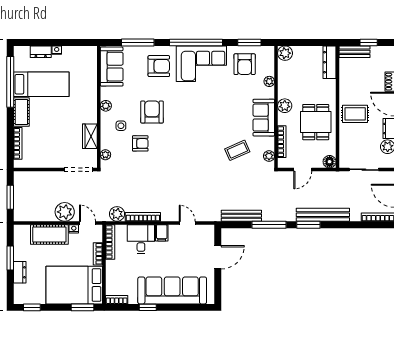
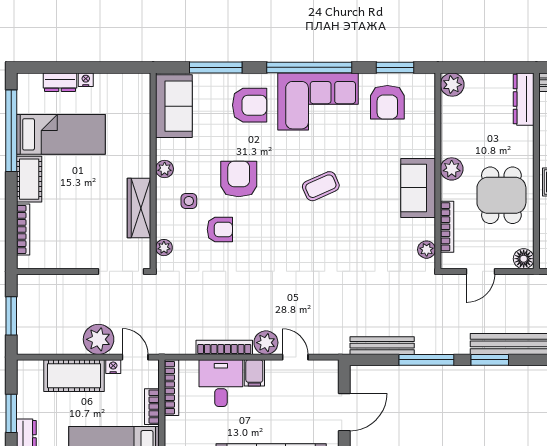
plant: (269, 81) -> (427, 130), removed
wardrobe: (90, 136) -> (139, 208), width x1.50
coffee table: (237, 150) -> (321, 186), moved
plant: (117, 214) -> (266, 343), moved

